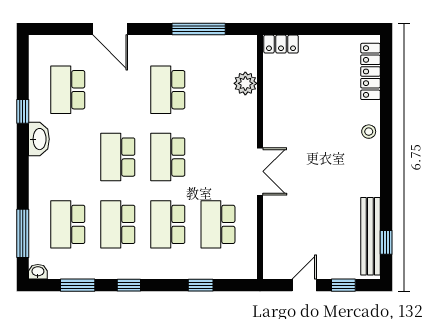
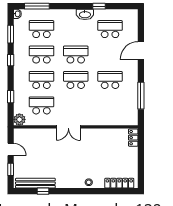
plant: (245, 83) -> (19, 119), moved
window: (386, 242) -> (43, 191), moved

